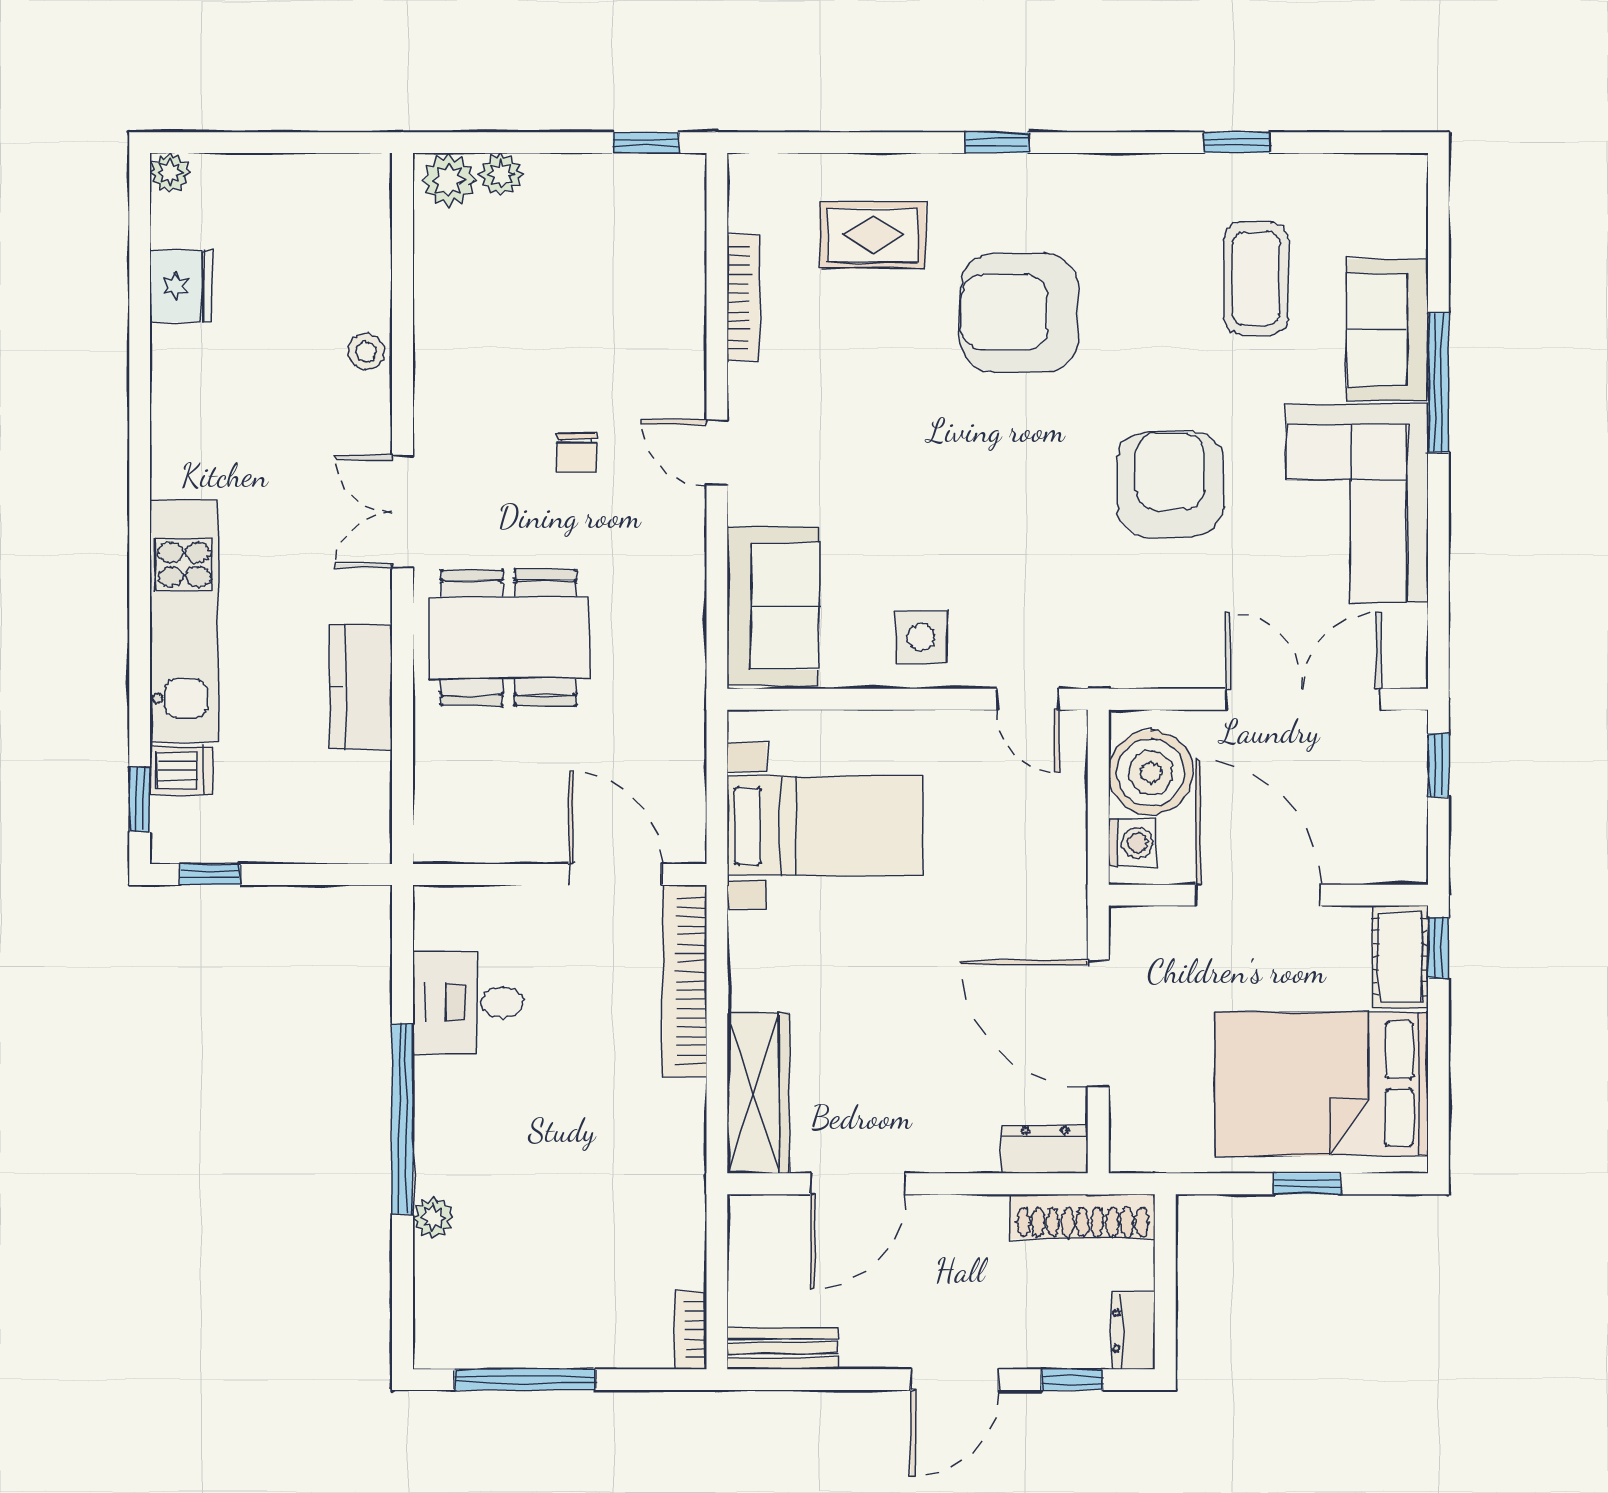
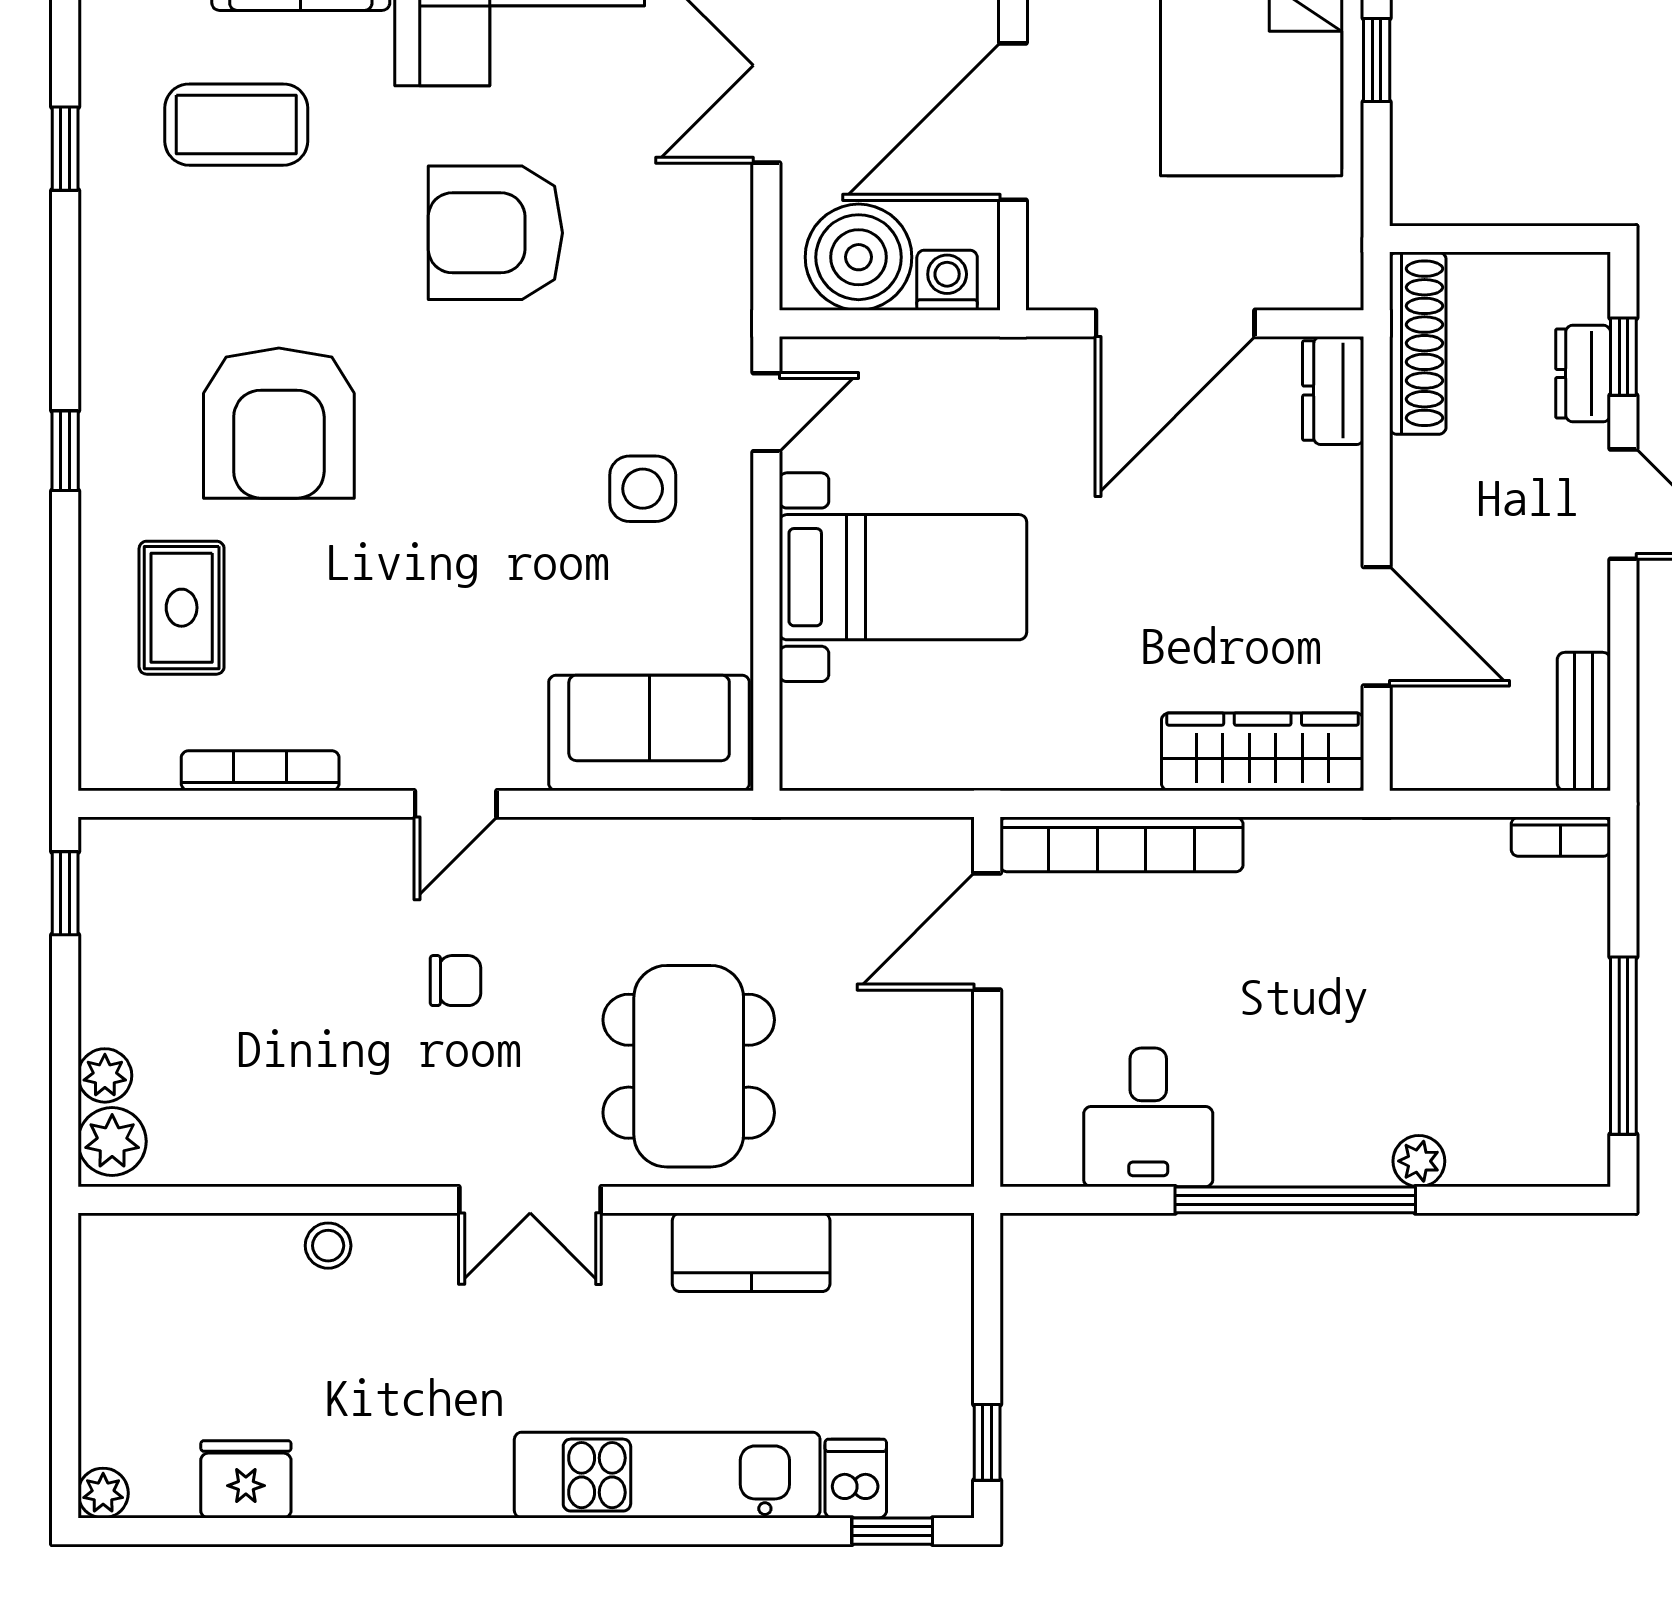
side table: (921, 637) -> (643, 489), moved
bed with nightstands: (825, 826) -> (903, 577), moved, turned 90
dresser: (1133, 1331) -> (1583, 373), moved, turned 90

